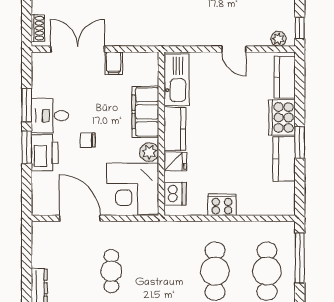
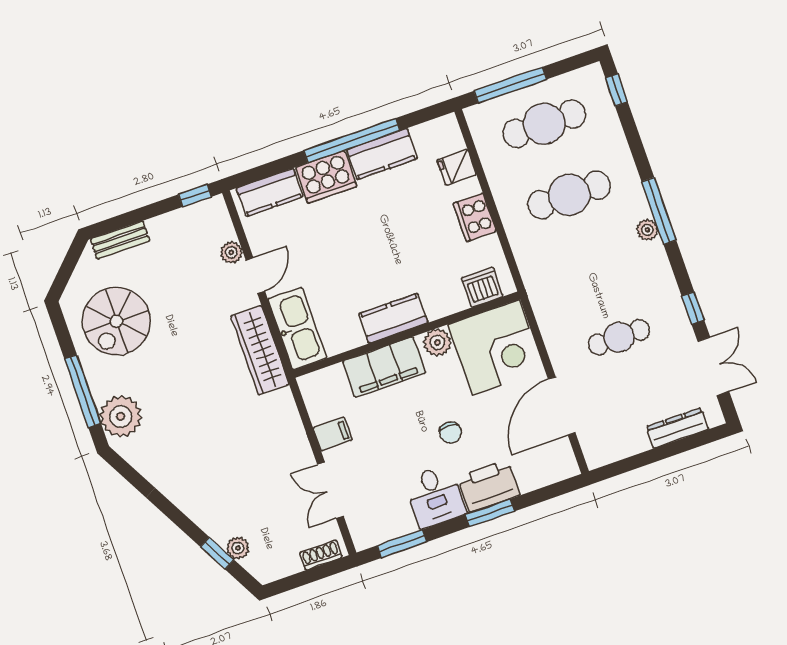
wardrobe: (185, 35) -> (260, 350), added
plant: (278, 39) -> (231, 252), moved
double door: (78, 49) -> (331, 490), width x0.73
kitchen sink: (177, 80) -> (297, 329), moved, turned 90
window: (27, 105) -> (402, 544), moved
window: (300, 142) -> (352, 141), width x2.11
fridge: (175, 161) -> (457, 167), moved, turned -90

